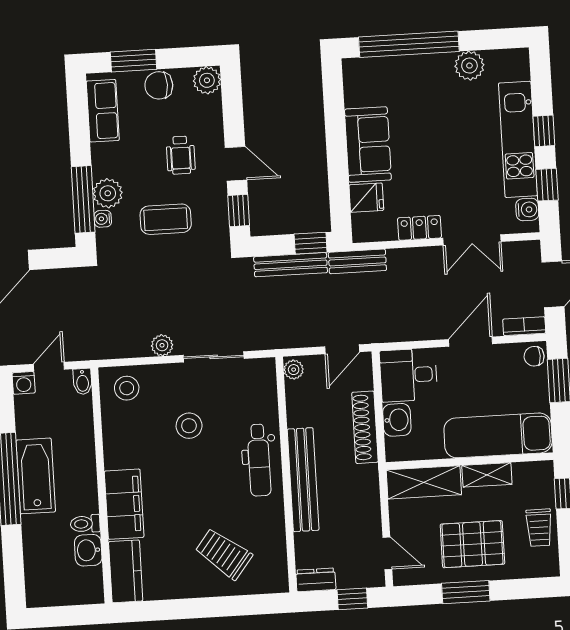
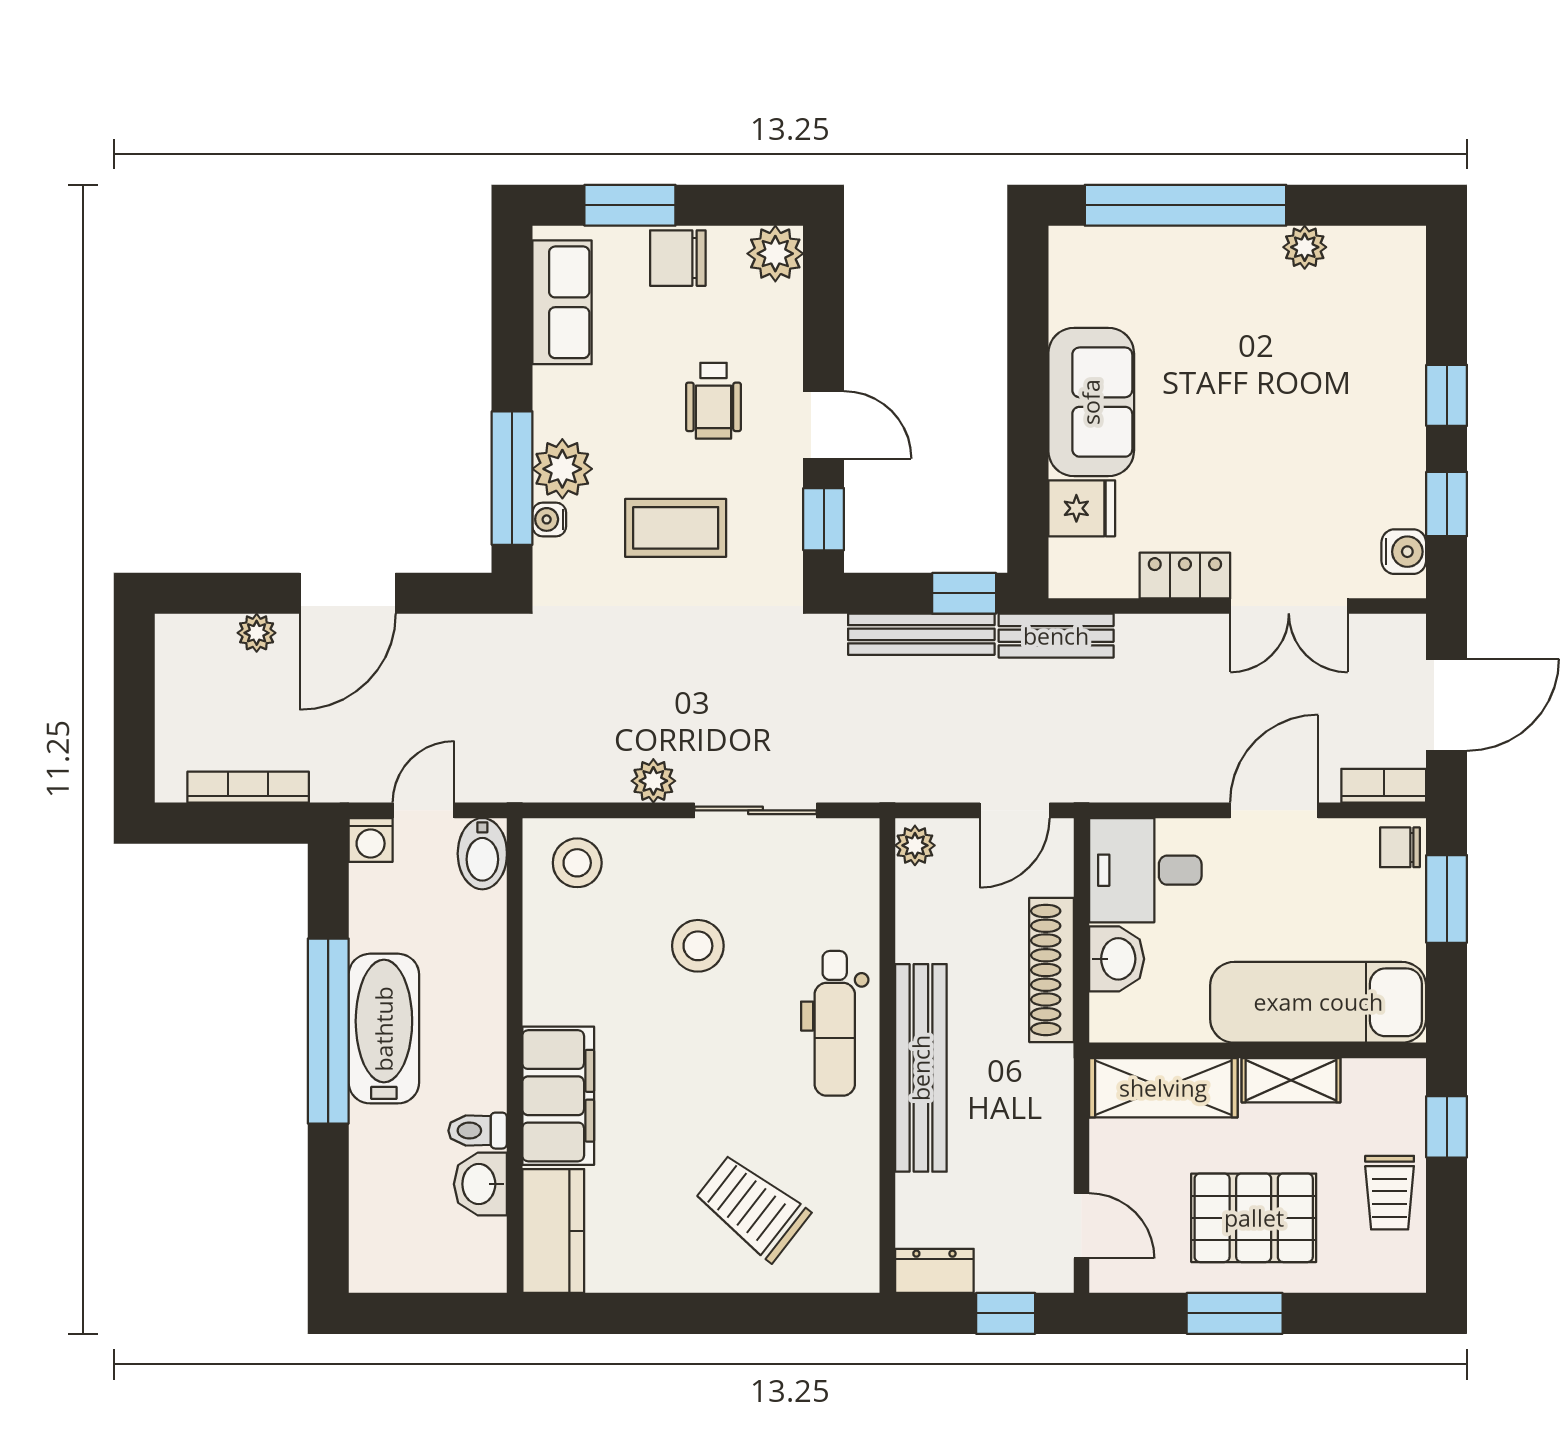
plant: (469, 66) -> (1305, 247), width x0.73, depth x0.73
kitchen unit: (518, 139) -> (1394, 409), removed
bidet: (83, 381) -> (482, 854), width x1.38, depth x1.36

